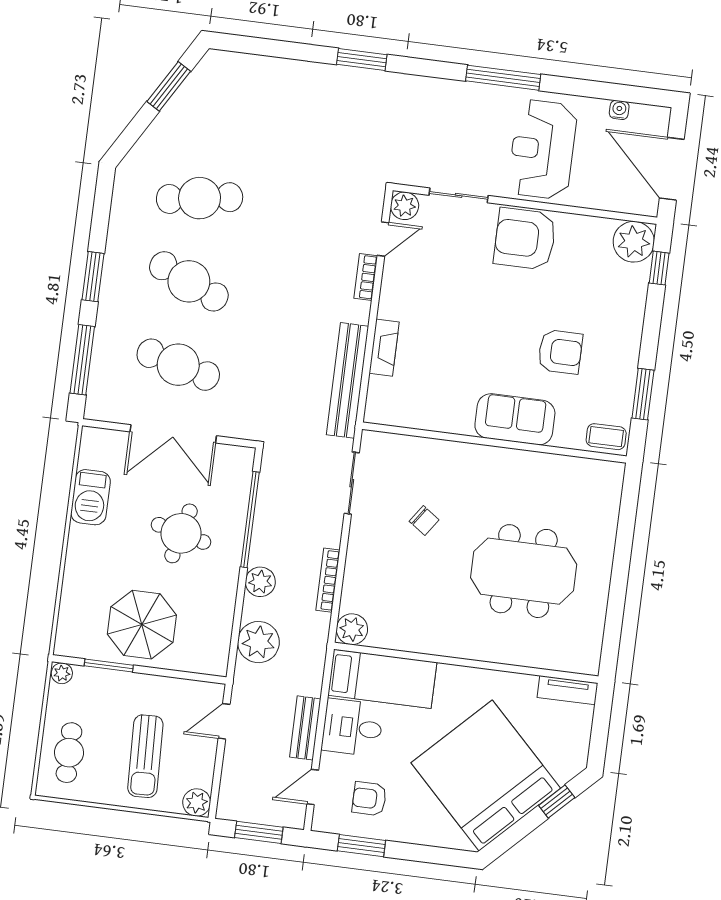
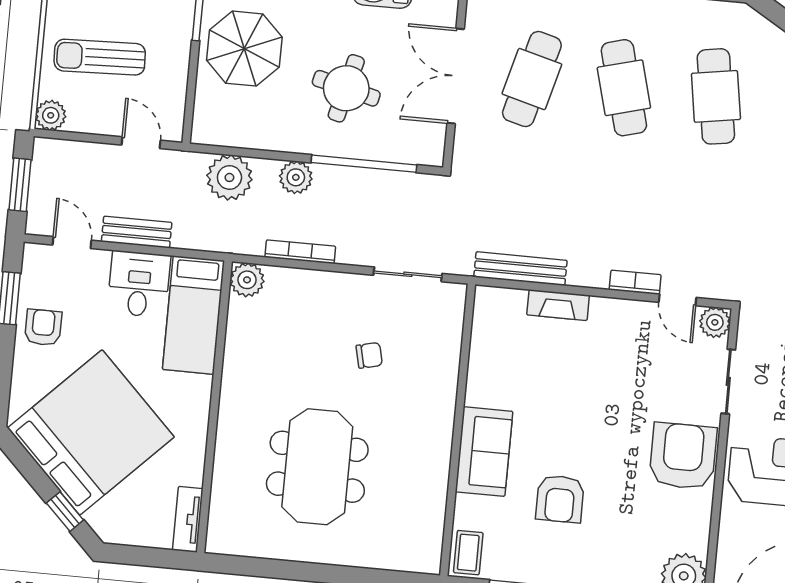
cafe table: (189, 281) -> (624, 88), turned -39
bench: (347, 380) -> (520, 269), width x0.73, depth x0.82
chair: (424, 521) -> (369, 355), turned -138
armchair: (369, 799) -> (43, 327), moved

